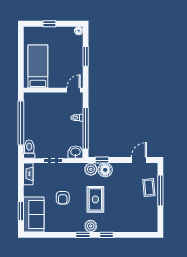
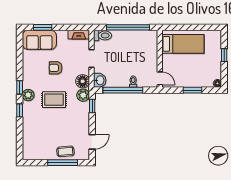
door: (139, 160) -> (92, 142), hinge flipped
floor lamp: (105, 170) -> (83, 81), moved

